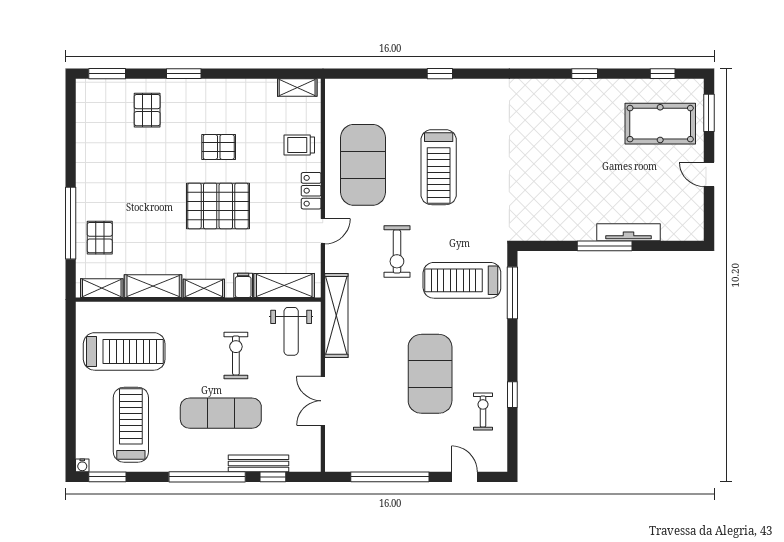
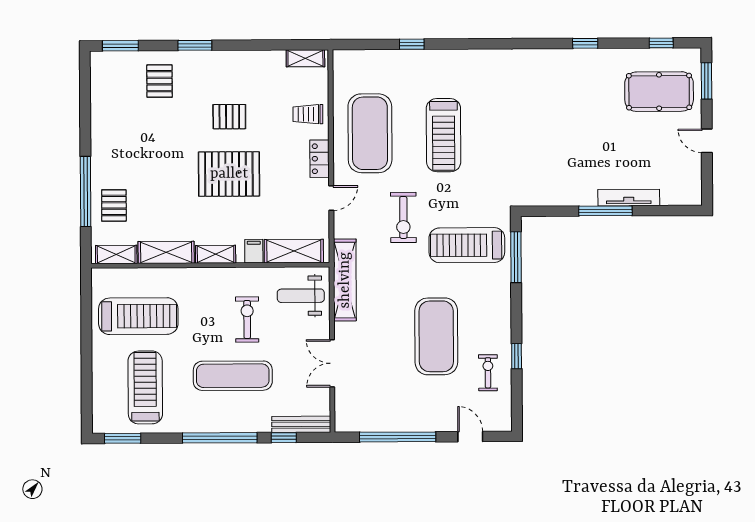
window: (440, 74) -> (412, 44), moved
weight bench: (291, 331) -> (301, 296), turned 90
bench: (259, 463) -> (301, 424), moved
water cooler: (82, 465) -> (98, 427), removed

